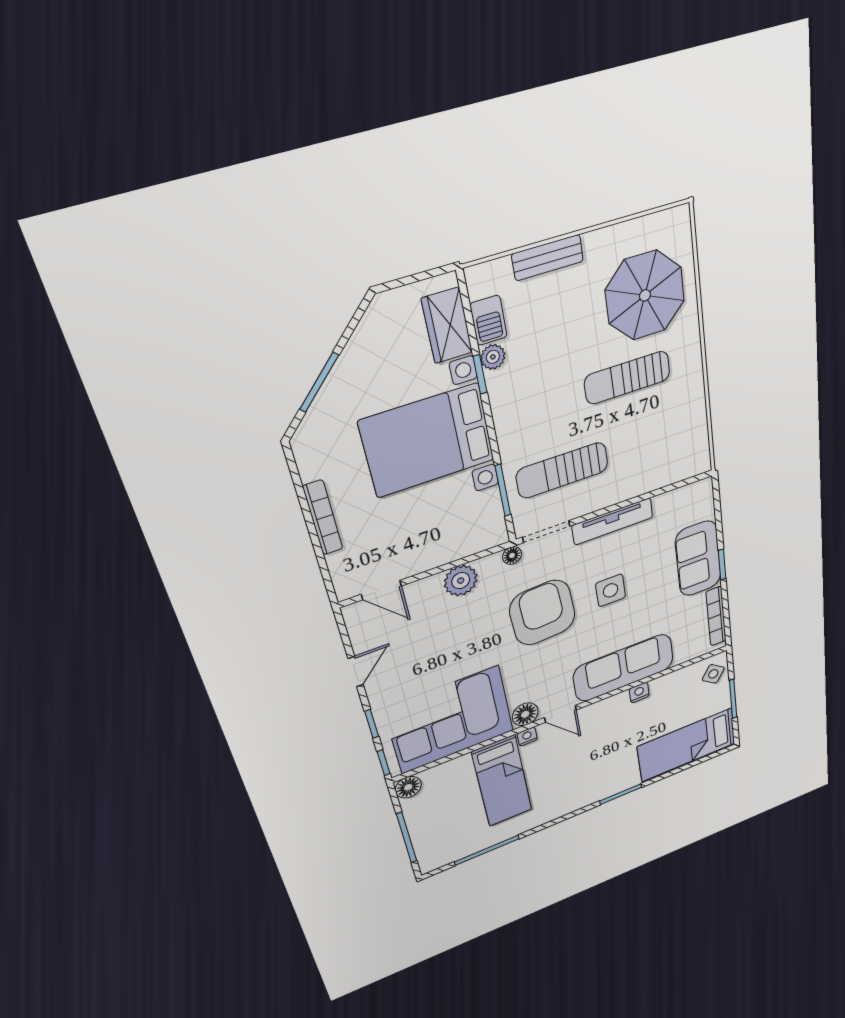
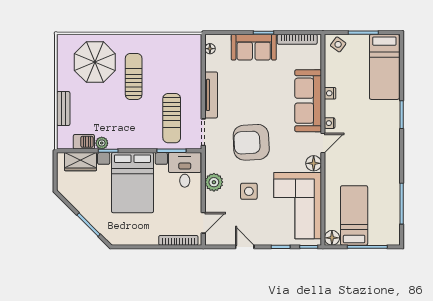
sun lounger: (627, 378) -> (134, 76), turned 180
bookcase: (323, 518) -> (178, 240), moved
desk: (473, 525) -> (185, 170), added
floor lamp: (512, 555) -> (210, 49), moved
side table: (611, 590) -> (249, 191), moved
nightstand: (527, 737) -> (330, 123), moved
bed: (502, 781) -> (354, 215), moved, turned -90

